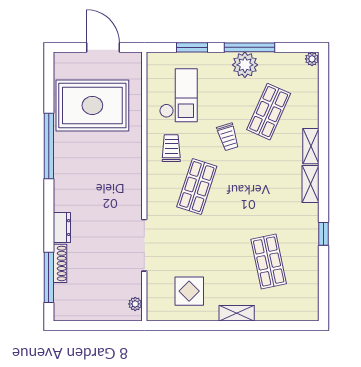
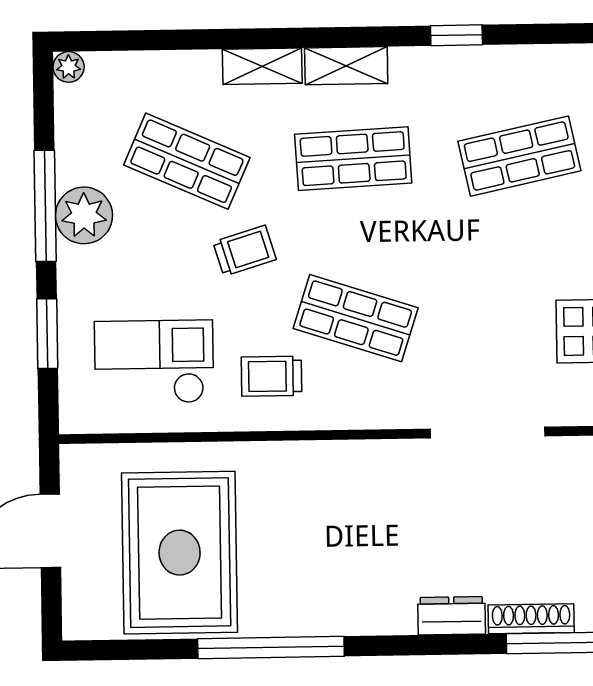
shop shelf: (269, 187) -> (353, 159), added

